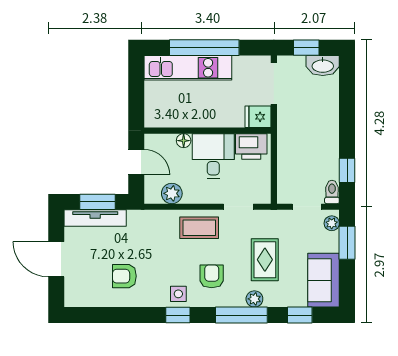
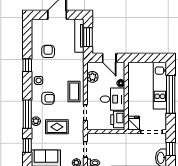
door: (136, 162) -> (109, 58), hinge flipped
window: (178, 315) -> (27, 65), moved

